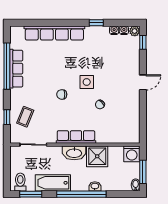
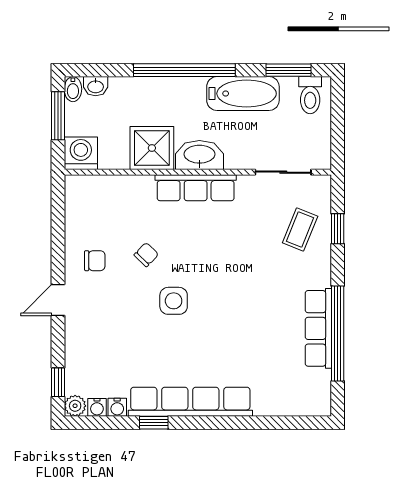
row of seats: (54, 33) -> (190, 402), moved
chair: (62, 94) -> (95, 261), moved
washbasin: (95, 186) -> (96, 86), moved

